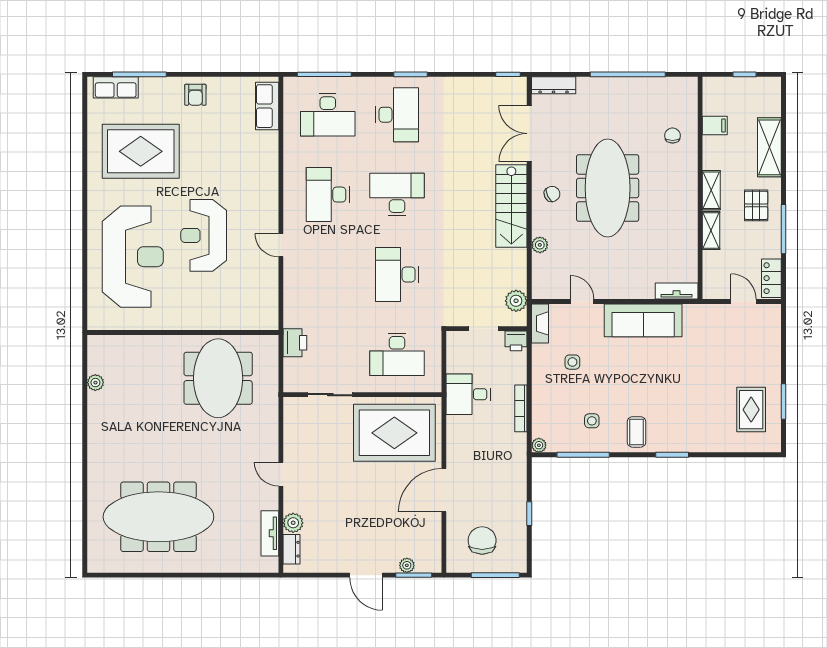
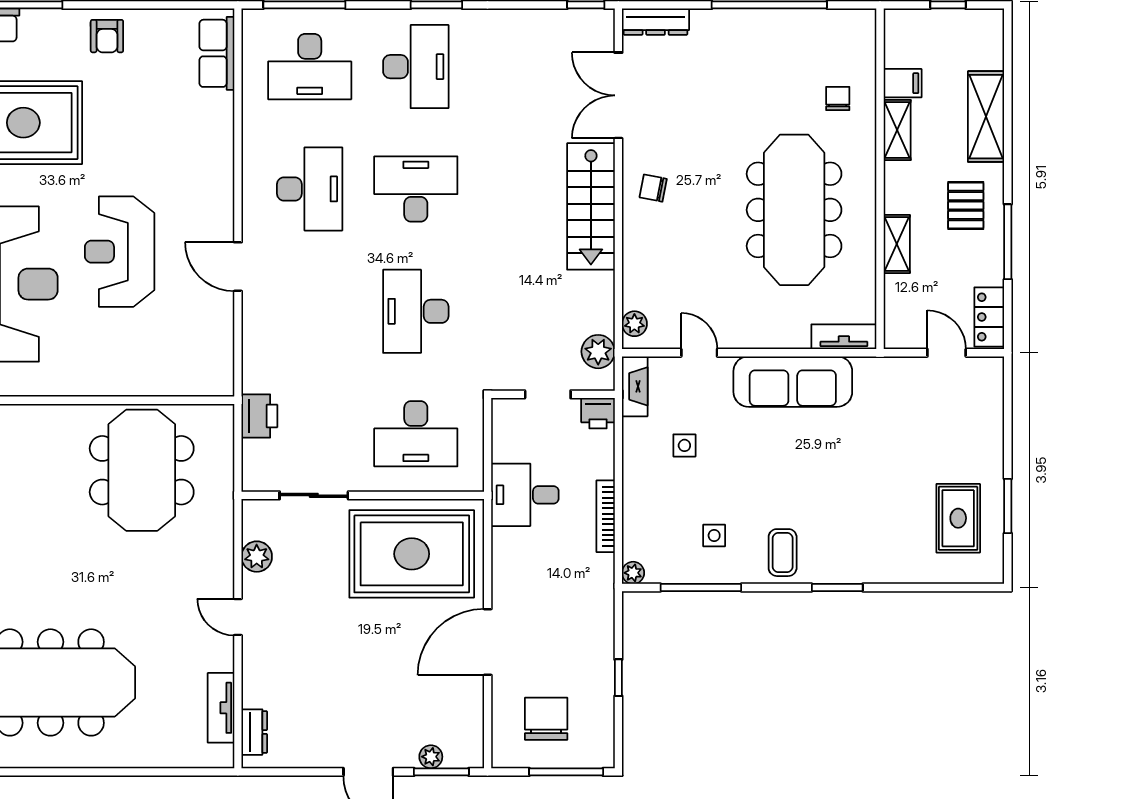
meeting table: (608, 188) -> (794, 210), moved
shelving: (711, 190) -> (897, 130), moved
chair: (552, 194) -> (653, 188), turned -143
desk: (328, 195) -> (310, 189), turned 180
door: (281, 245) -> (238, 267), width x1.38
plant: (540, 245) -> (634, 324), moved
plant: (293, 523) -> (257, 557), moved

